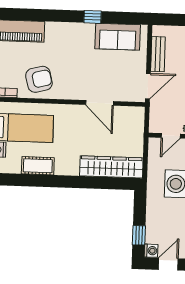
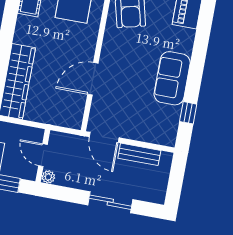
window: (93, 17) -> (188, 113), moved
sofa: (118, 37) -> (172, 78), moved

